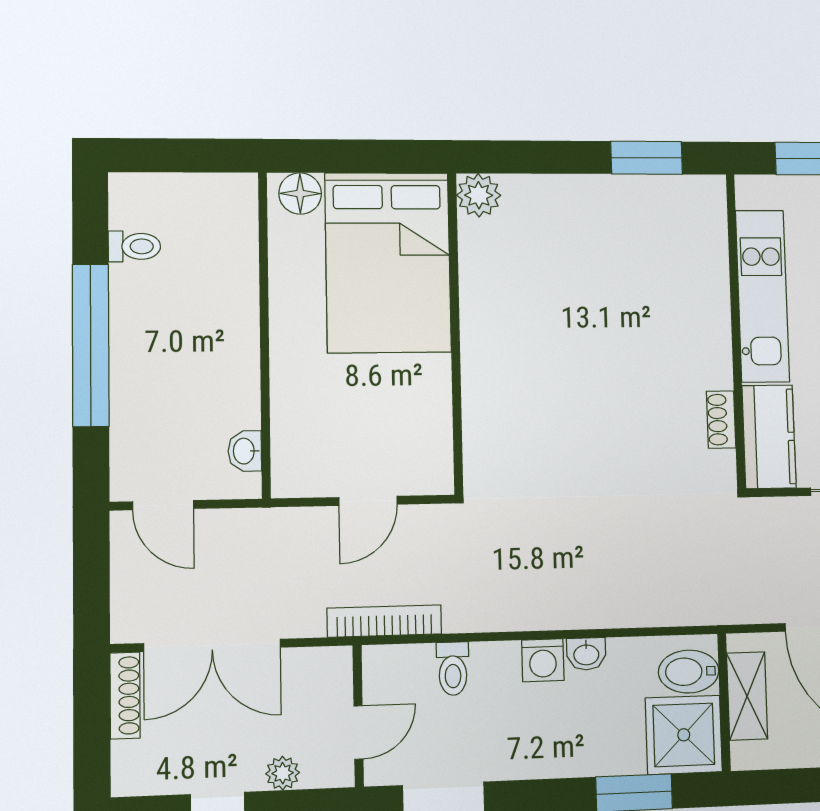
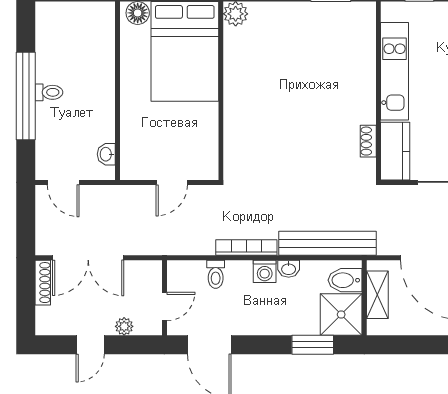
toilet: (134, 246) -> (49, 92), moved
bench: (655, 605) -> (328, 243), added
bookcase: (384, 621) -> (246, 248), moved

